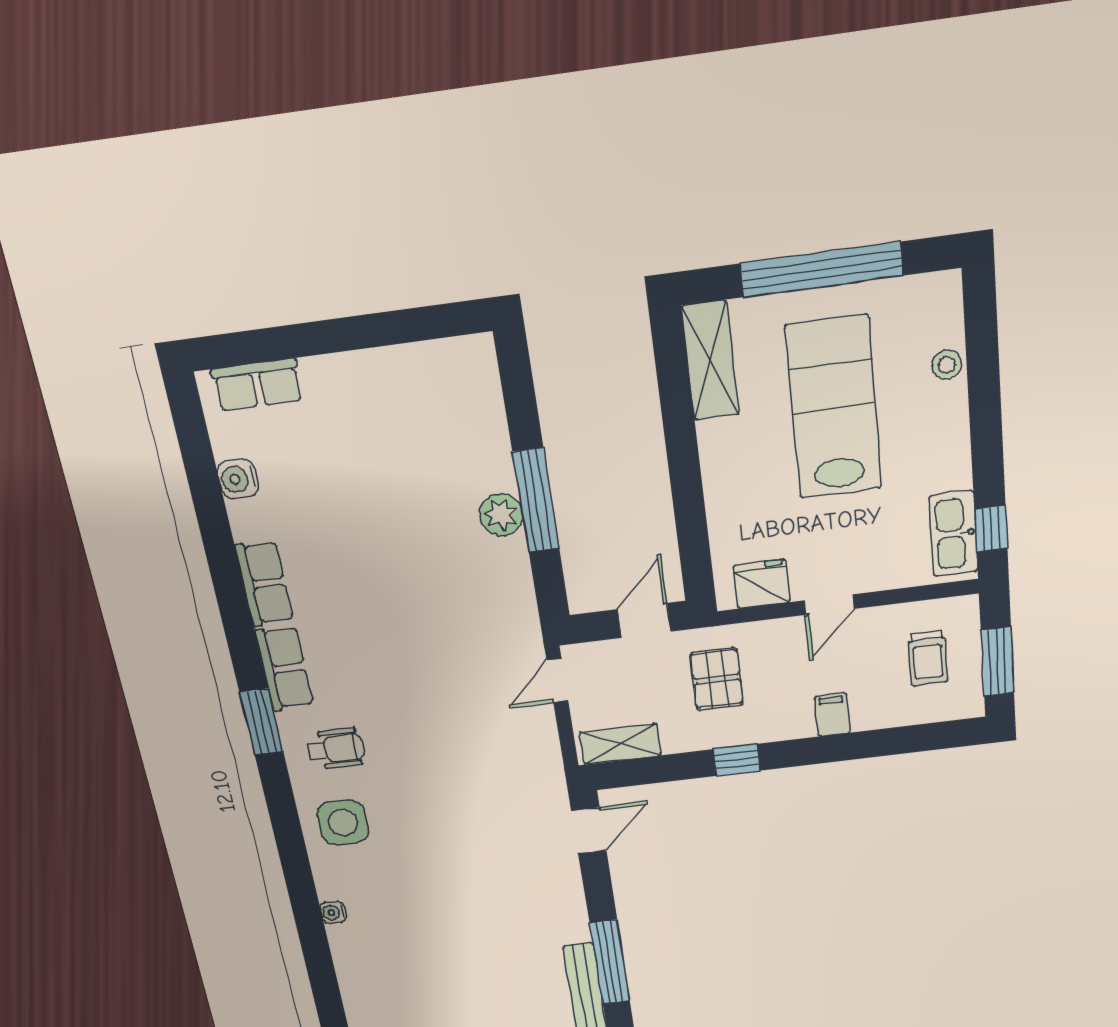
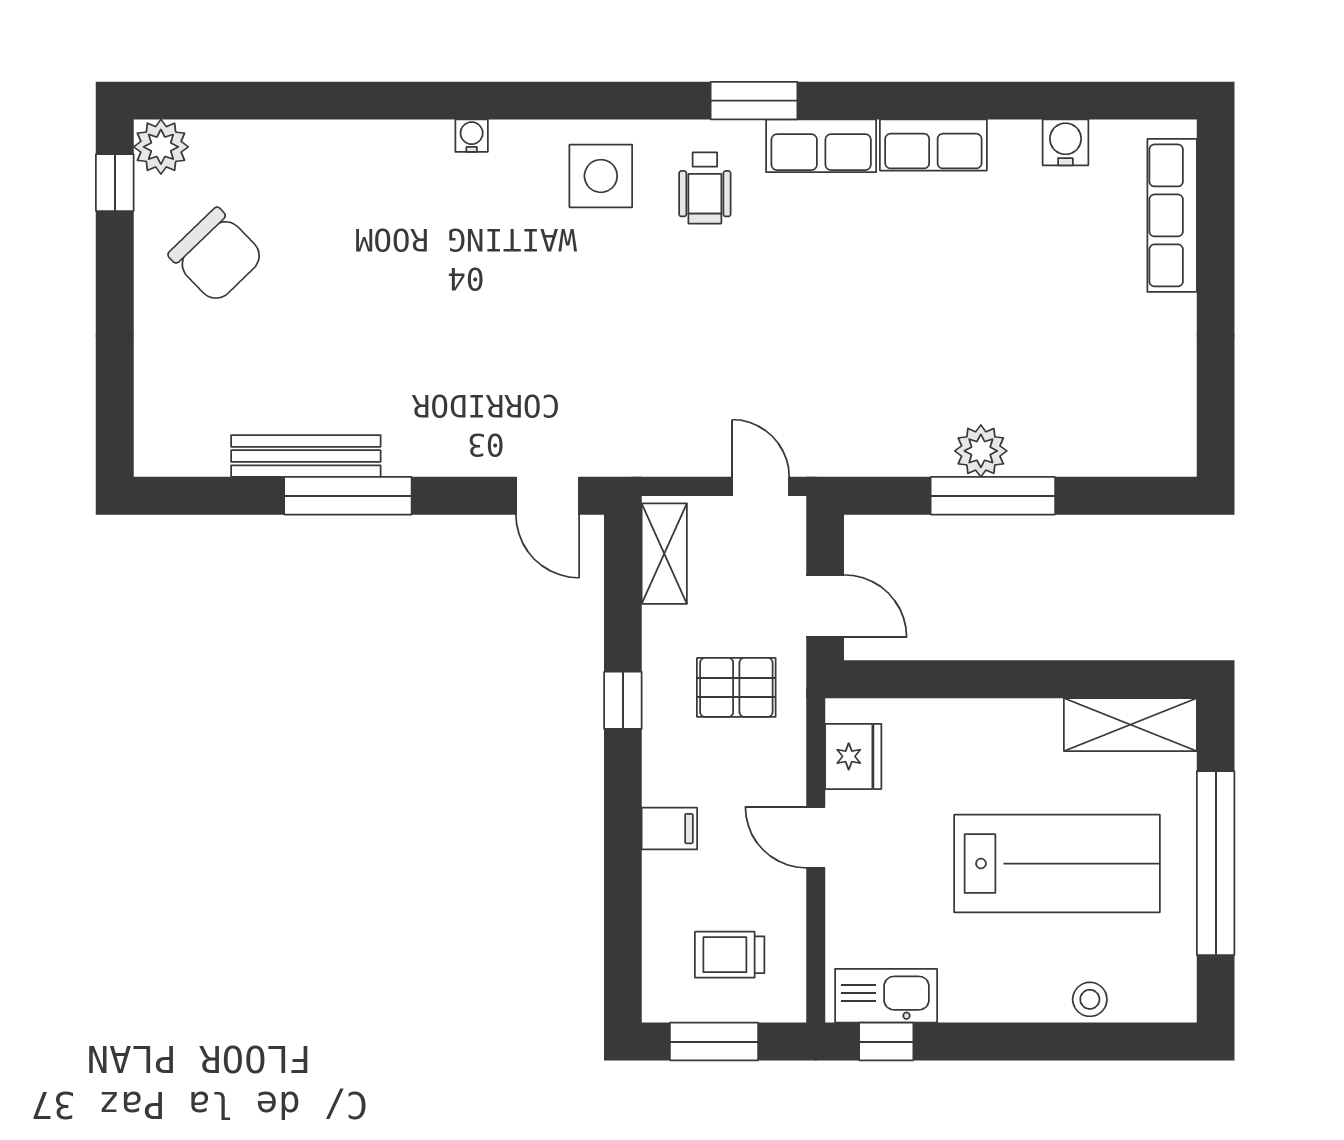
row of seats: (257, 385) -> (1172, 215), width x1.48

